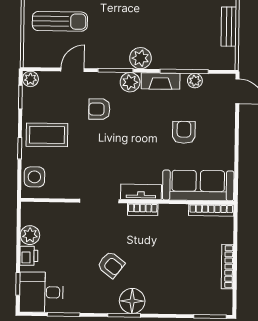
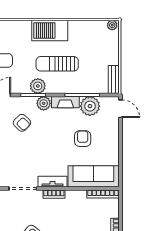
sun lounger: (150, 27) -> (57, 64), added
bench: (229, 27) -> (114, 79), moved
plant: (140, 58) -> (38, 86), moved
plant: (195, 81) -> (90, 106), width x1.88, depth x1.88
armchair: (99, 109) -> (22, 123), turned -135

